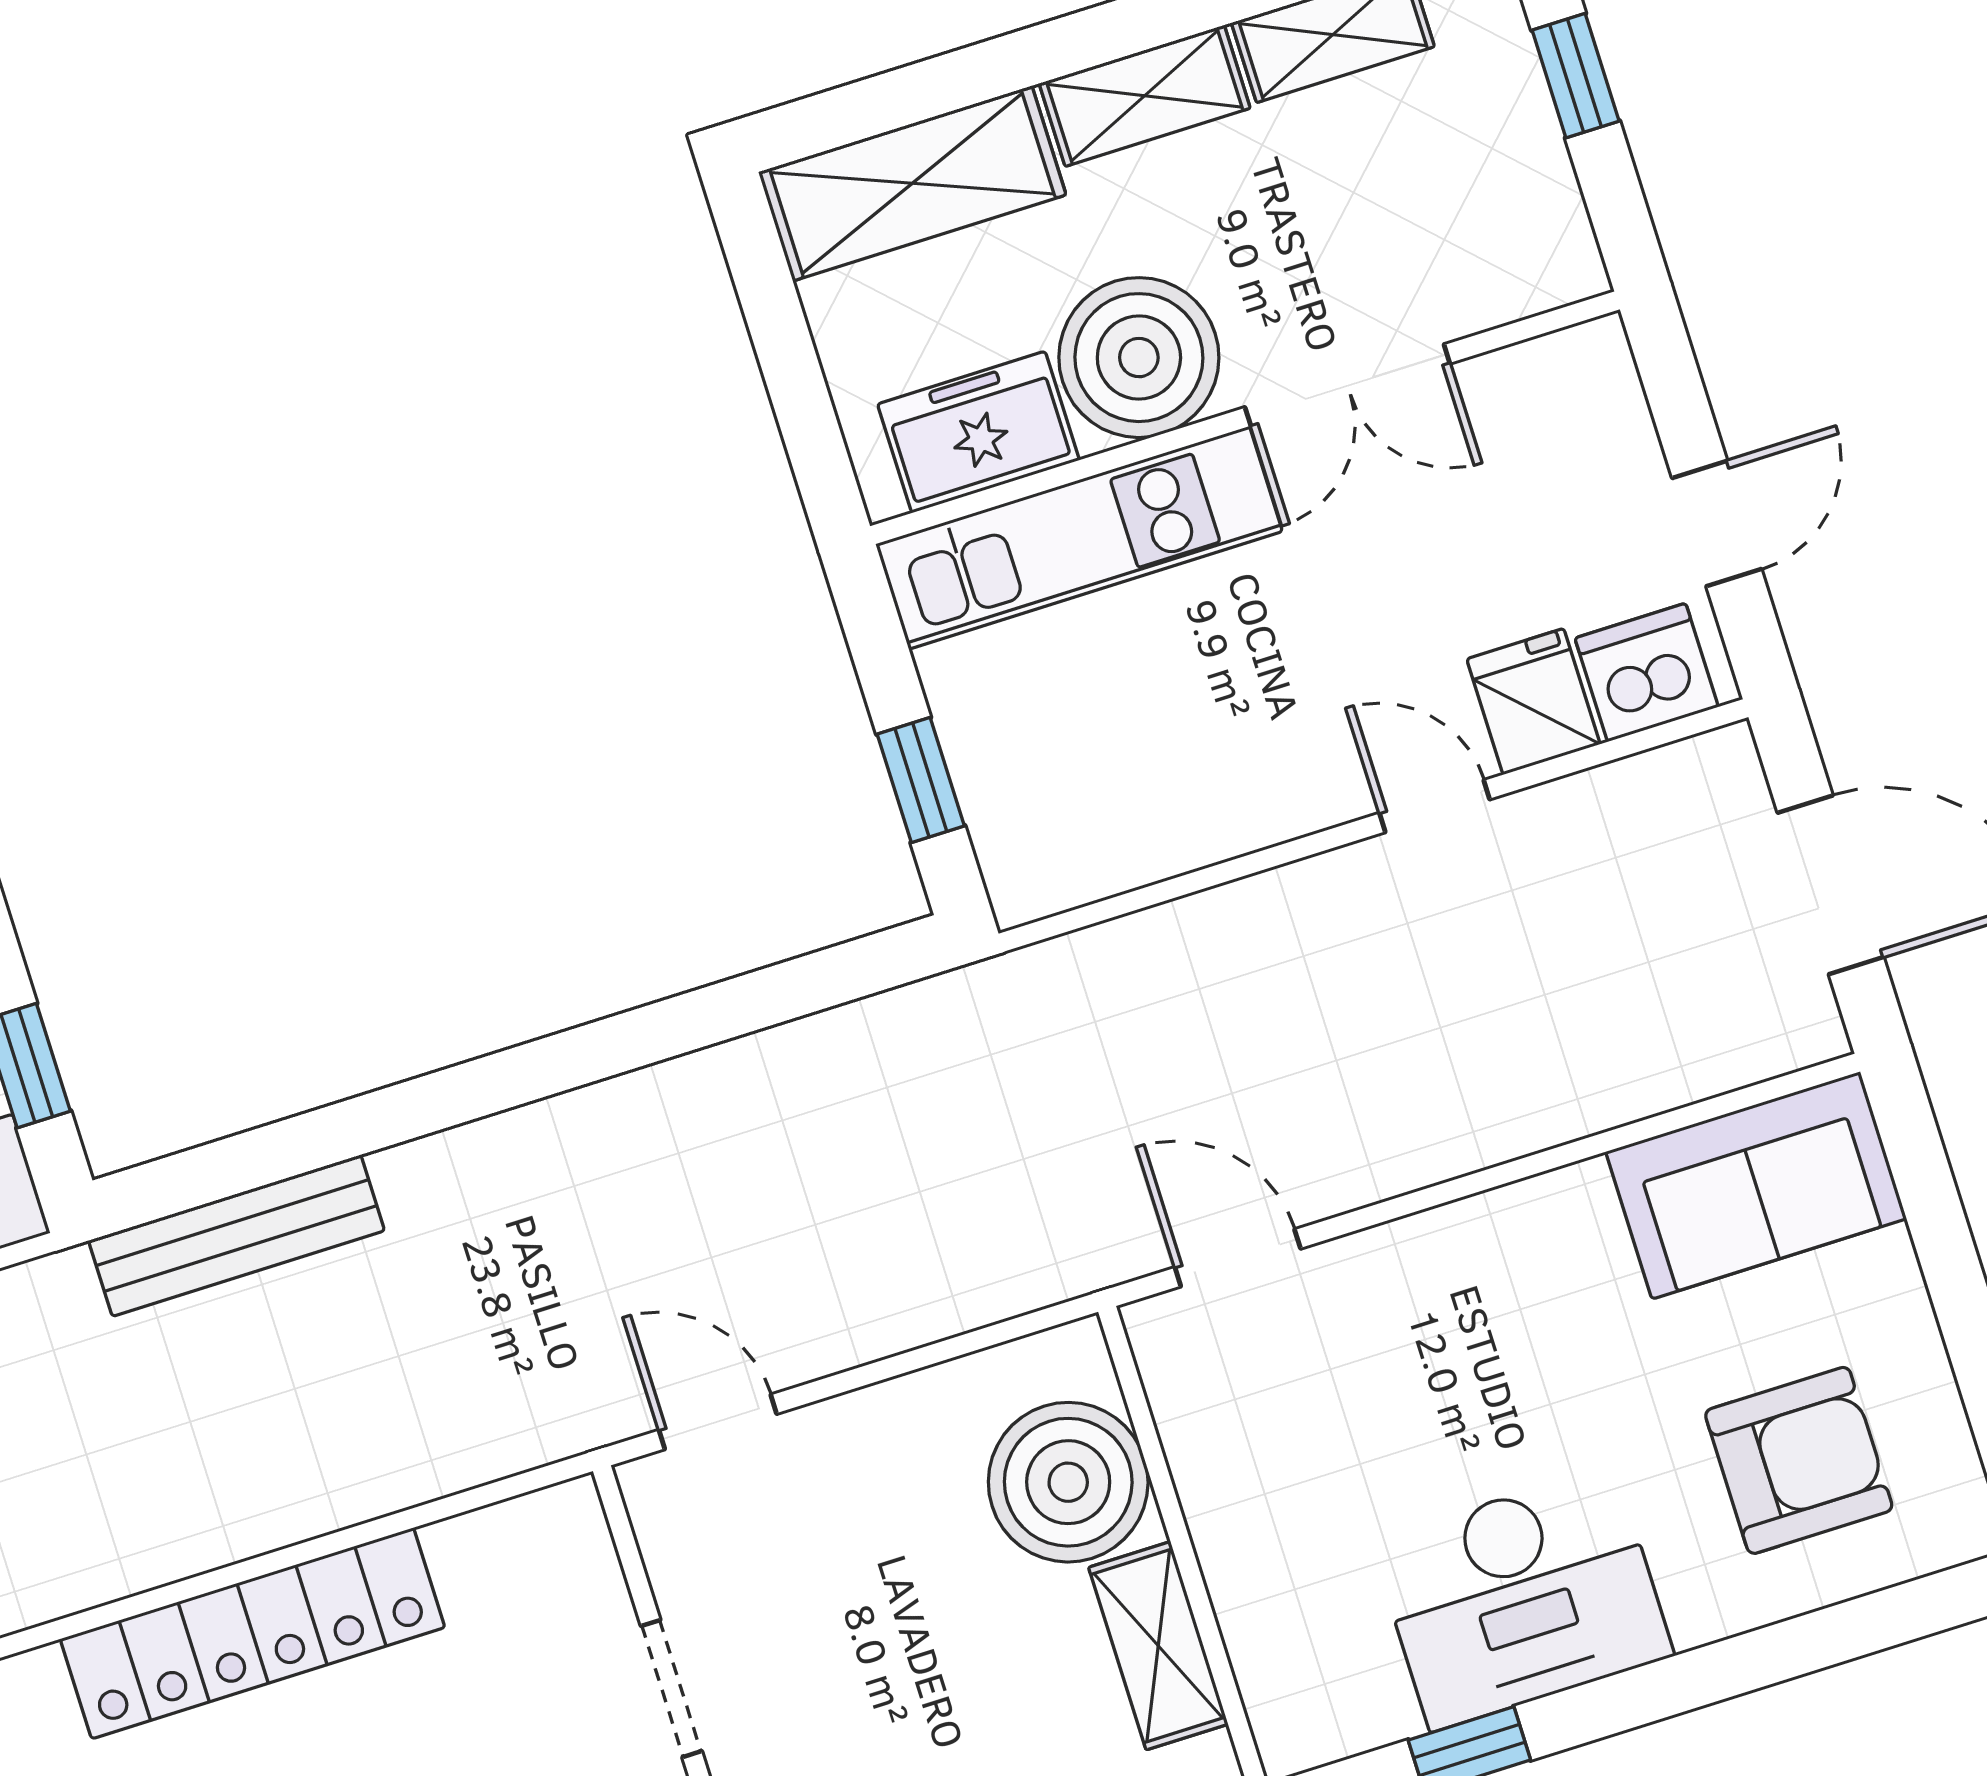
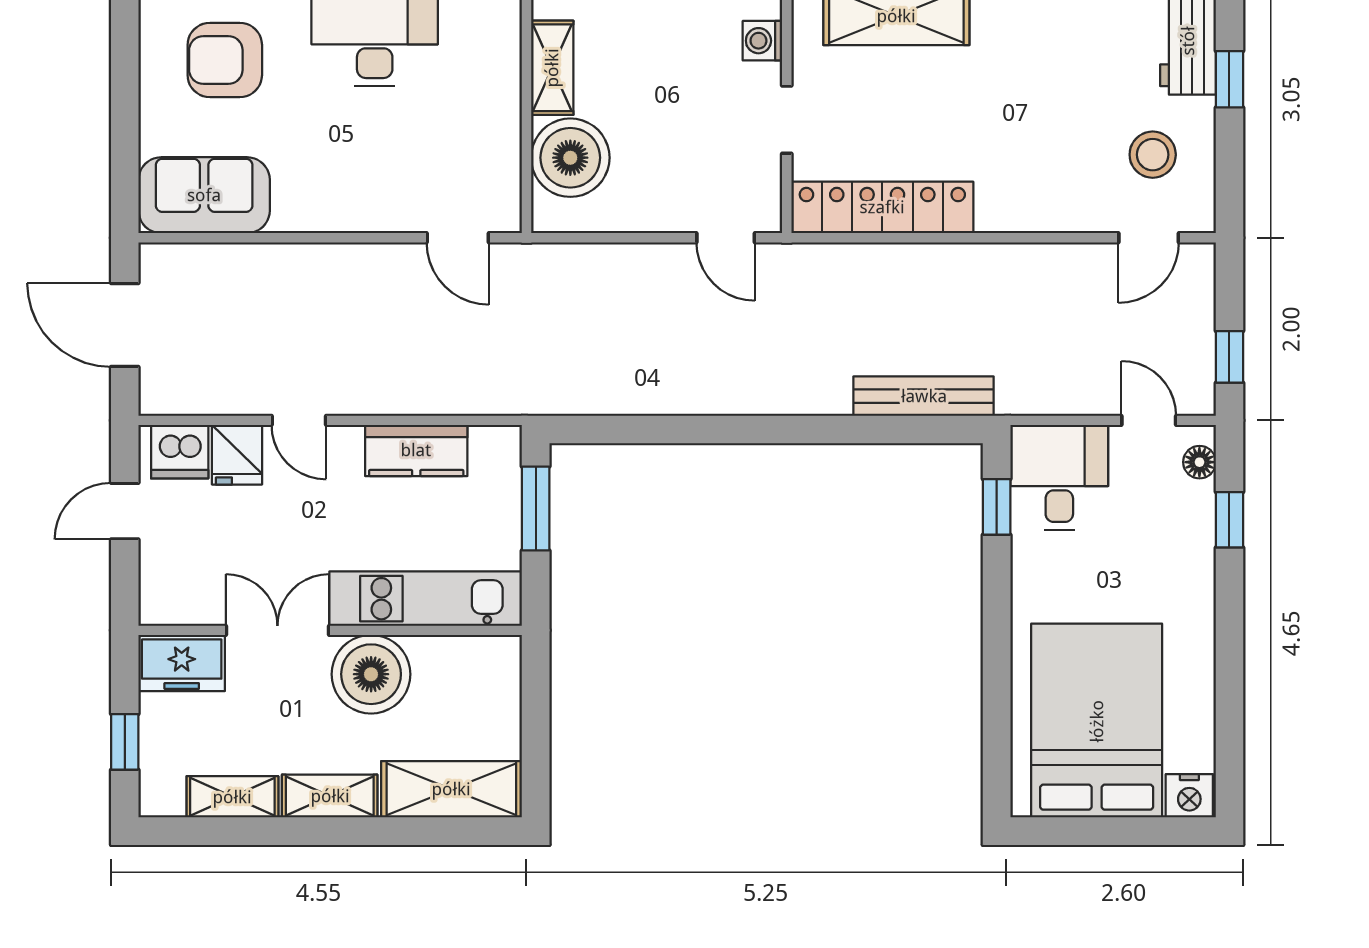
freezer: (978, 432) -> (182, 663), moved
window: (921, 780) -> (536, 509), width x1.50
kitchen counter: (1188, 820) -> (416, 450), added
locker: (253, 1633) -> (882, 207), moved

